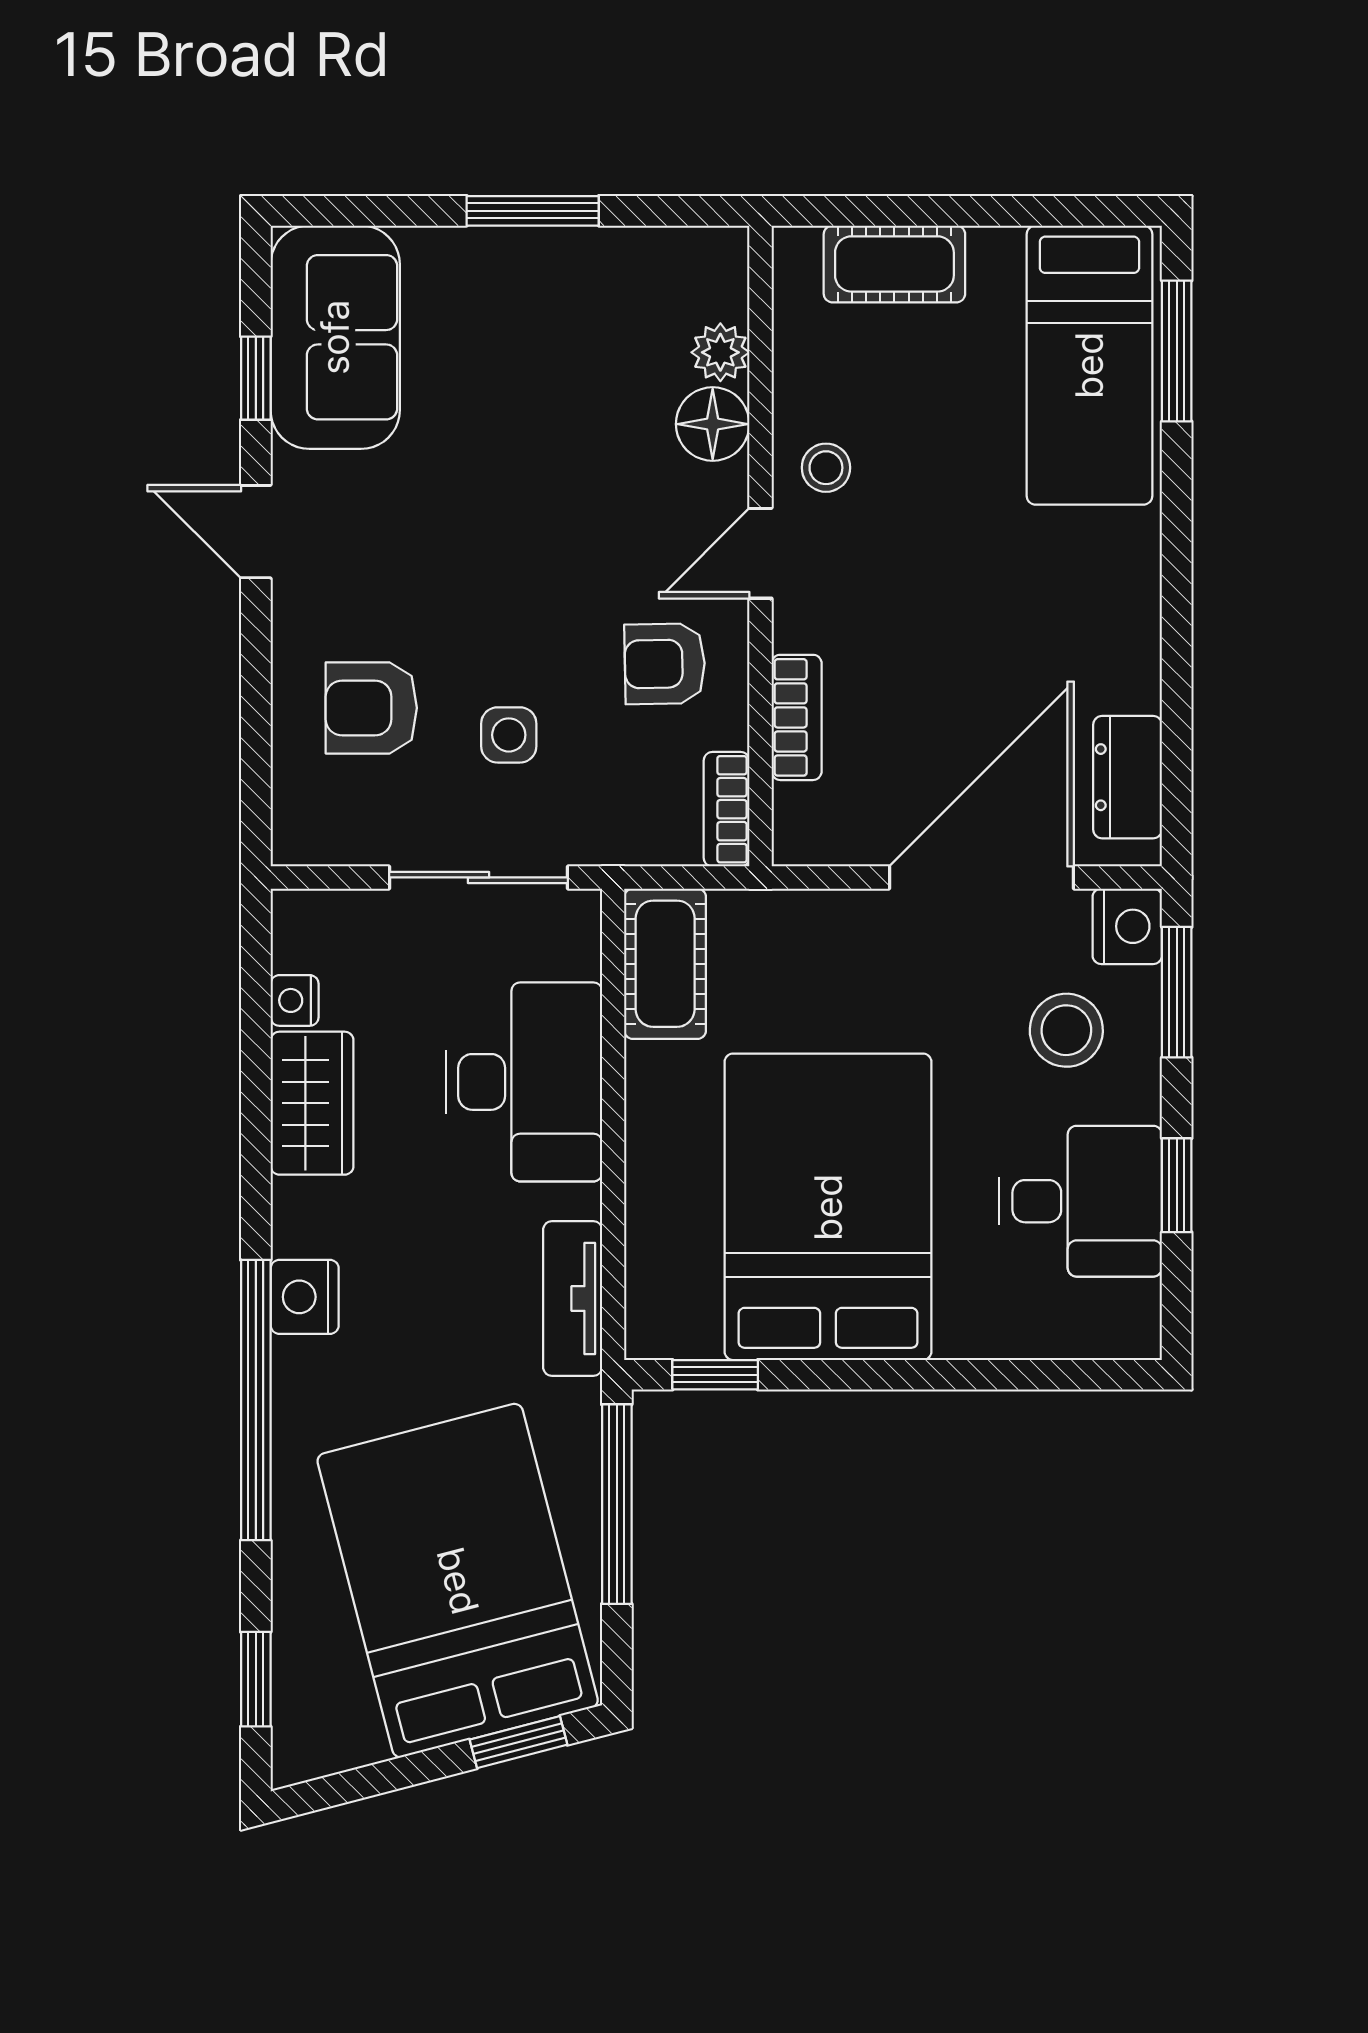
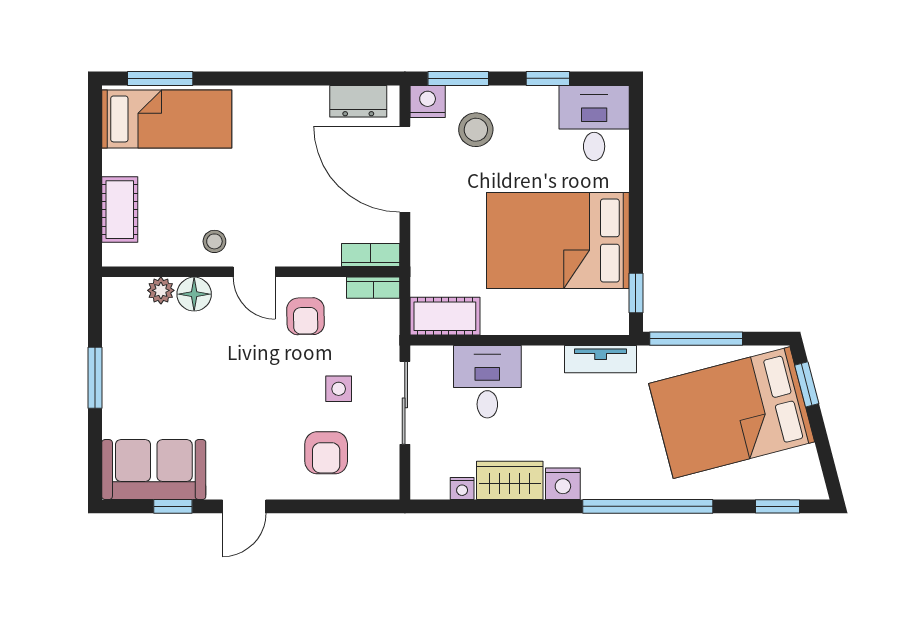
bookcase: (797, 717) -> (371, 255), moved
desk: (524, 1082) -> (487, 382), width x0.73
desk: (1081, 1201) -> (594, 123), moved
nightstand: (305, 1297) -> (563, 484), moved

